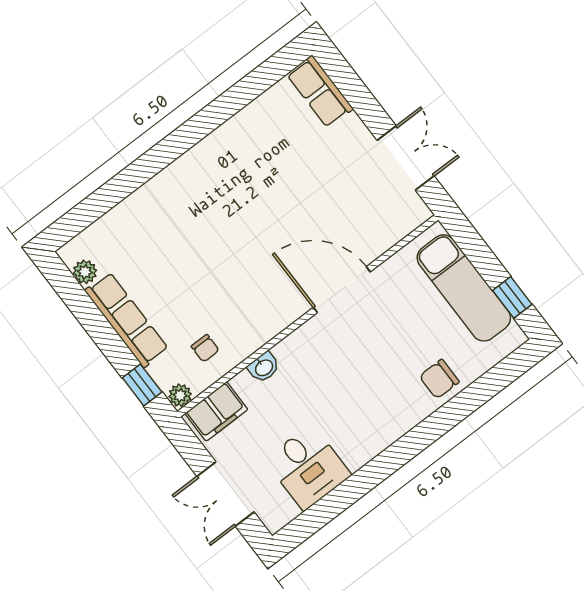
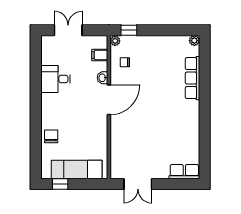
plant: (85, 272) -> (194, 41), moved
door: (342, 290) -> (109, 100), moved
row of seats: (127, 320) -> (192, 78), moved, turned 90
filing cabinet: (216, 411) -> (100, 55), width x0.50
desk: (308, 467) -> (55, 79), moved

